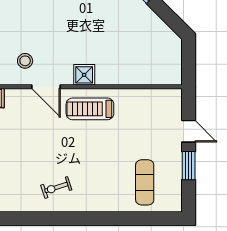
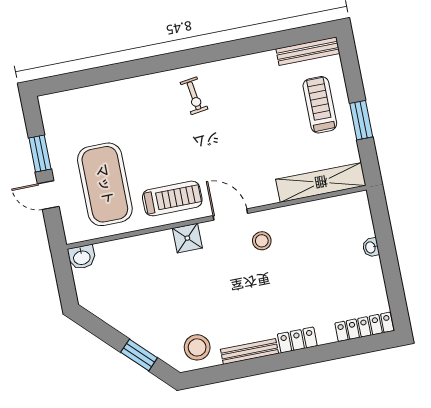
washbasin: (172, 76) -> (82, 257), added
exercise mat: (145, 182) -> (105, 184), moved, width x2.00, depth x1.45
exercise bike: (56, 188) -> (194, 96), turned 100

